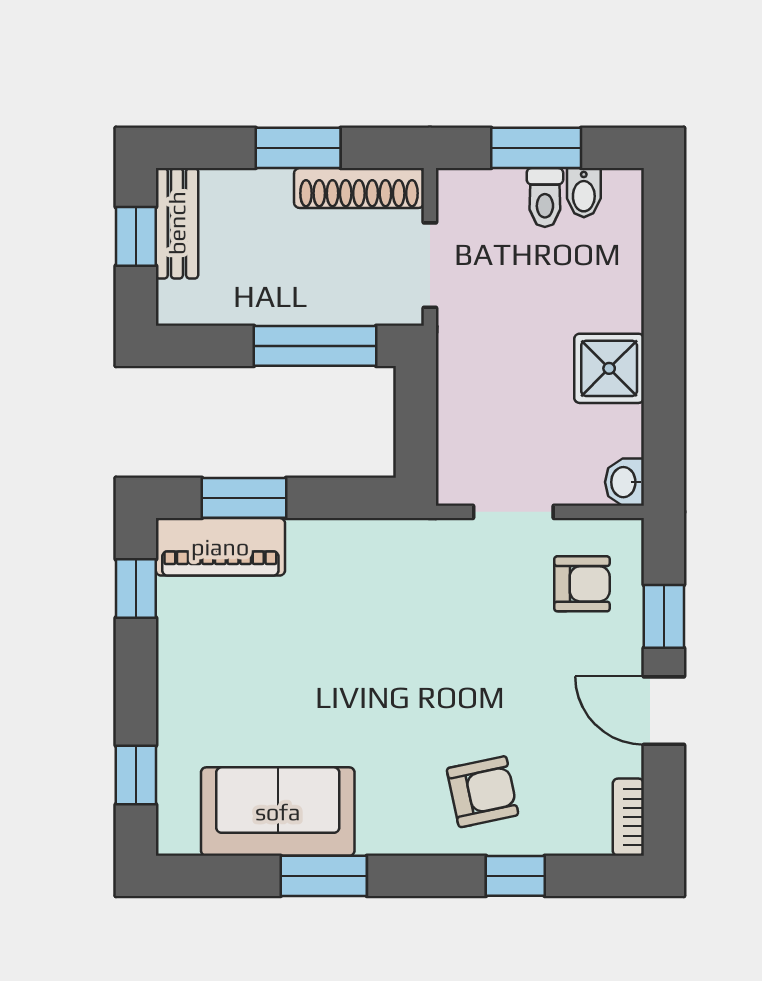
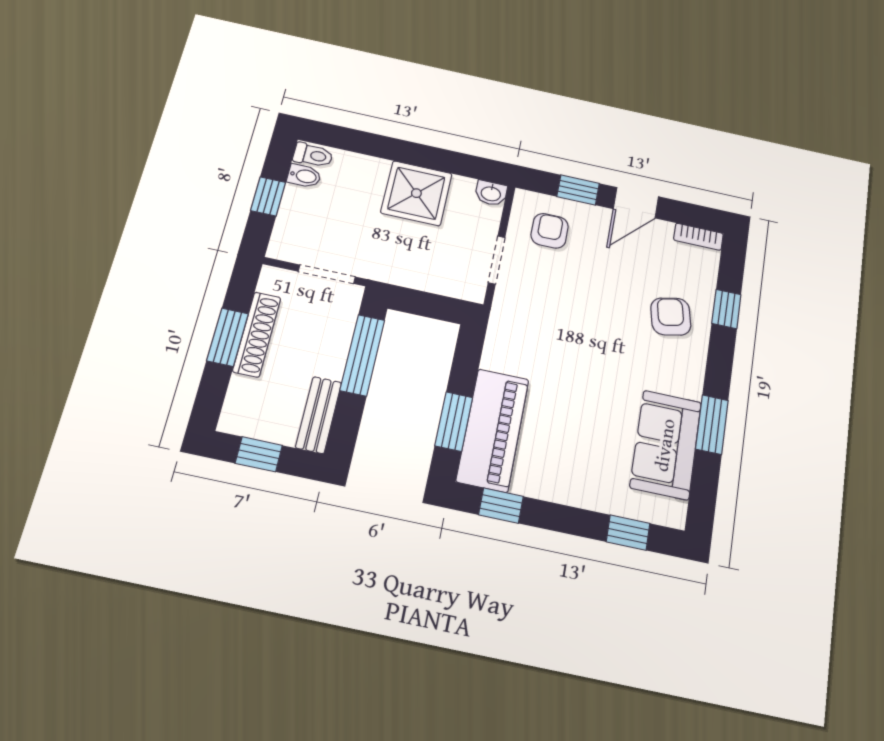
window: (536, 148) -> (268, 196), width x0.67
shoe rack: (359, 188) -> (257, 334), moved
toilet: (545, 198) -> (313, 155), moved
bench: (177, 223) -> (319, 415), moved, turned 90
shower: (609, 368) -> (416, 193), width x1.36, depth x1.36
piano: (220, 547) -> (493, 430), width x1.37, depth x1.33

